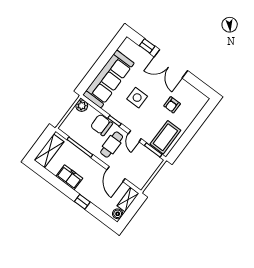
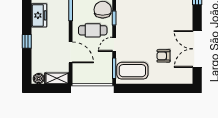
double door: (171, 64) -> (197, 49), moved
side table: (137, 98) -> (148, 22), removed
door: (116, 174) -> (71, 52), swing flipped

